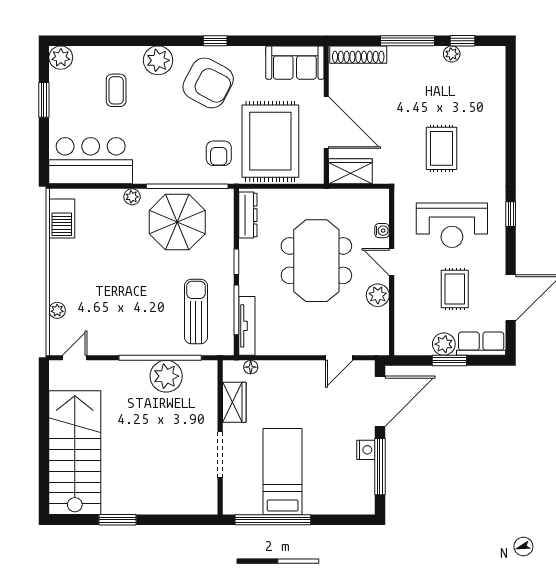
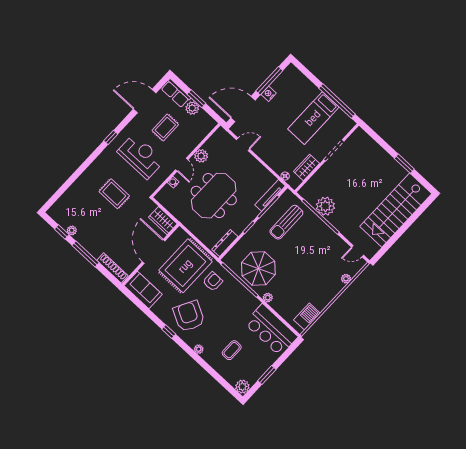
plant: (158, 60) -> (199, 349), width x0.53, depth x0.53
rug: (442, 148) -> (114, 194), turned 90

